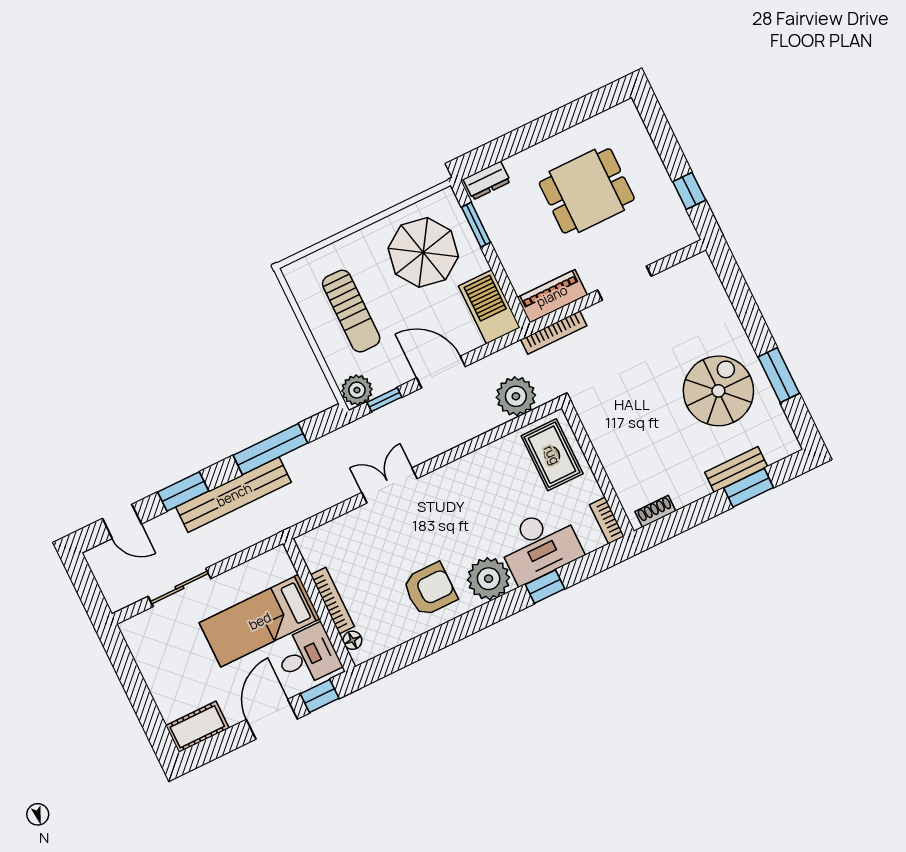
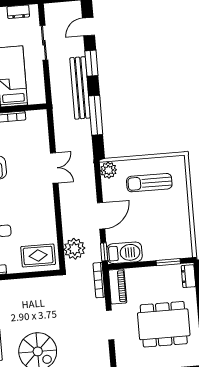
dining table: (587, 191) -> (164, 324), width x1.38
parasol: (423, 252) -> (165, 230), removed
window: (384, 400) -> (104, 252), moved
dresser: (143, 653) -> (18, 12), added

